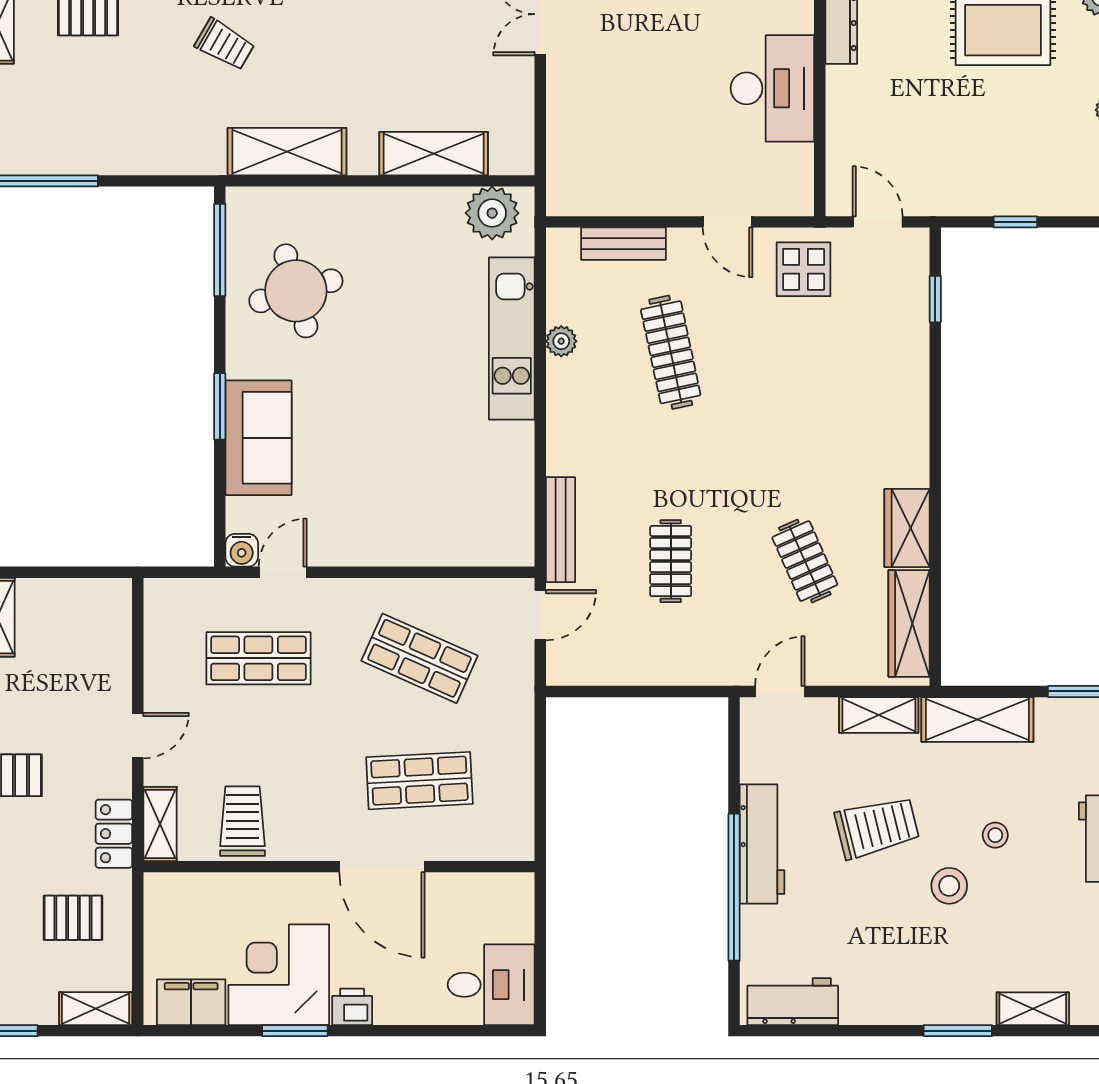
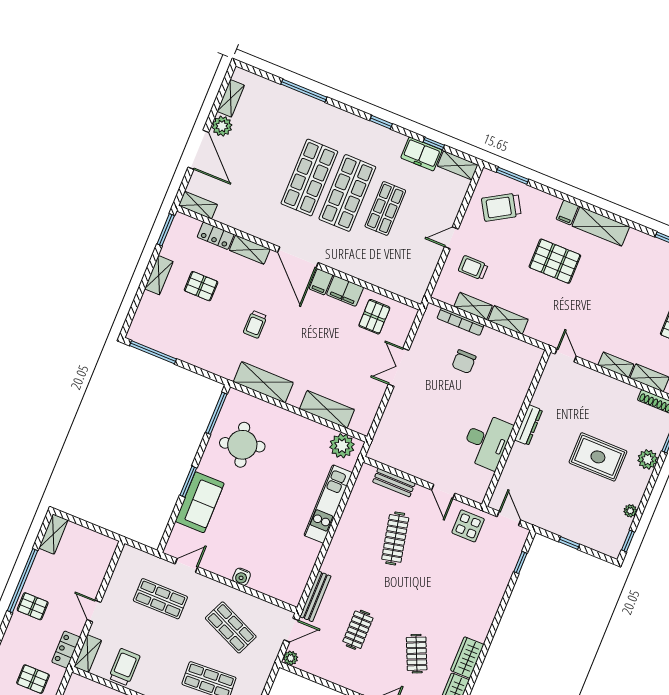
trolley: (225, 44) -> (255, 324), turned 60
plant: (561, 341) -> (291, 658), moved
water cooler: (242, 550) -> (242, 577), moved
door: (138, 736) -> (94, 611), swing flipped

